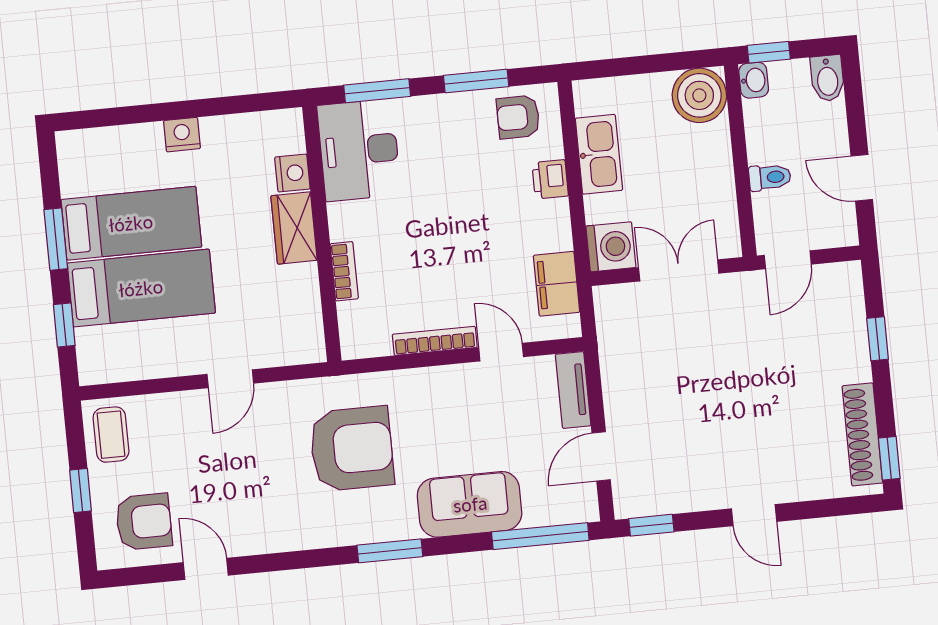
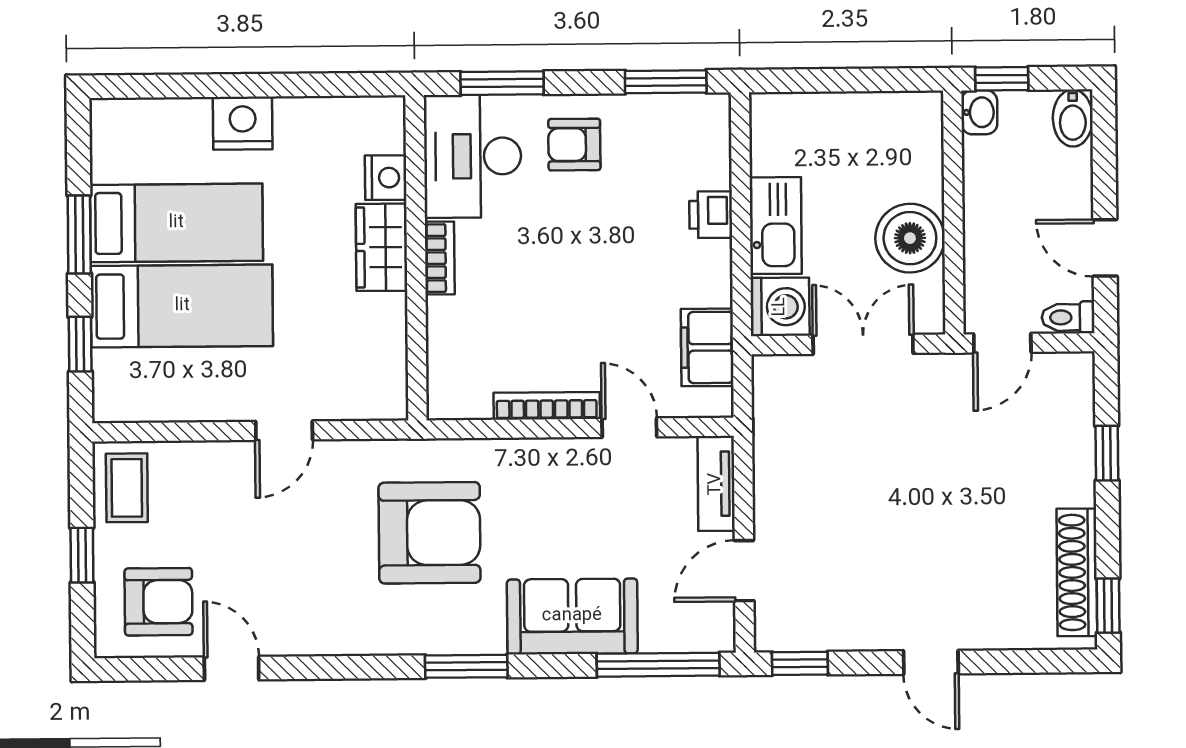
window: (476, 81) -> (666, 82), moved
boiler: (699, 95) -> (910, 238), moved
armchair: (518, 117) -> (574, 145), moved
nightstand: (182, 135) -> (243, 123), width x1.36, depth x1.33
kitchen sink: (599, 154) -> (776, 226), moved
toilet: (770, 177) -> (1068, 317), moved, turned 180
bookcase: (344, 271) -> (440, 258), moved

